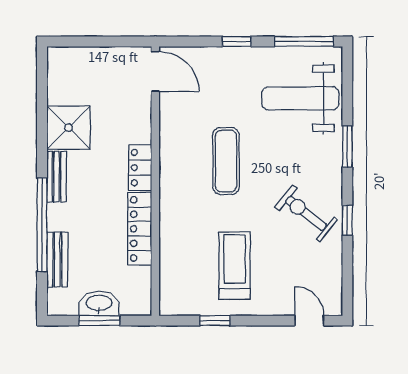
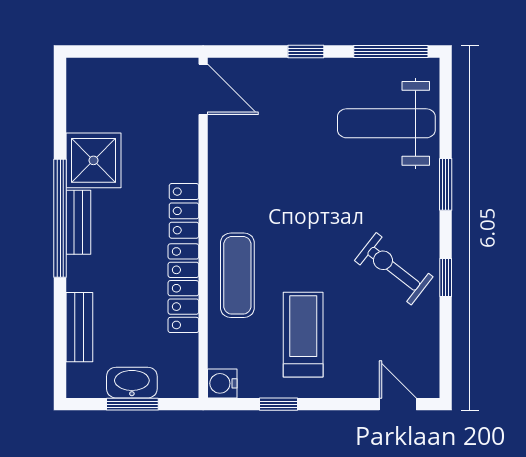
exercise mat: (226, 161) -> (237, 275), moved
window: (42, 225) -> (60, 218), moved
water cooler: (170, 304) -> (222, 383), added

